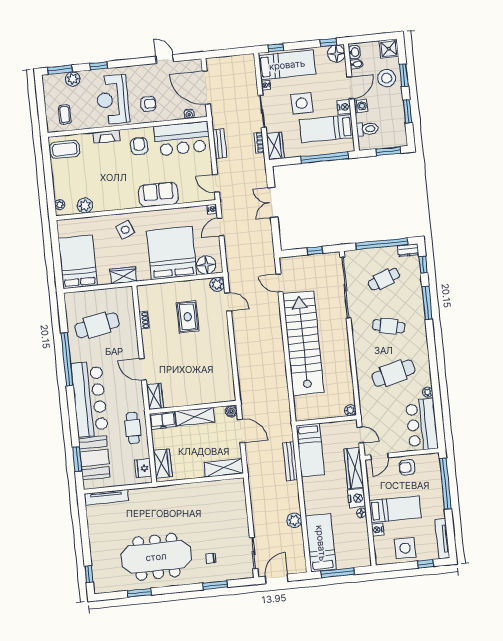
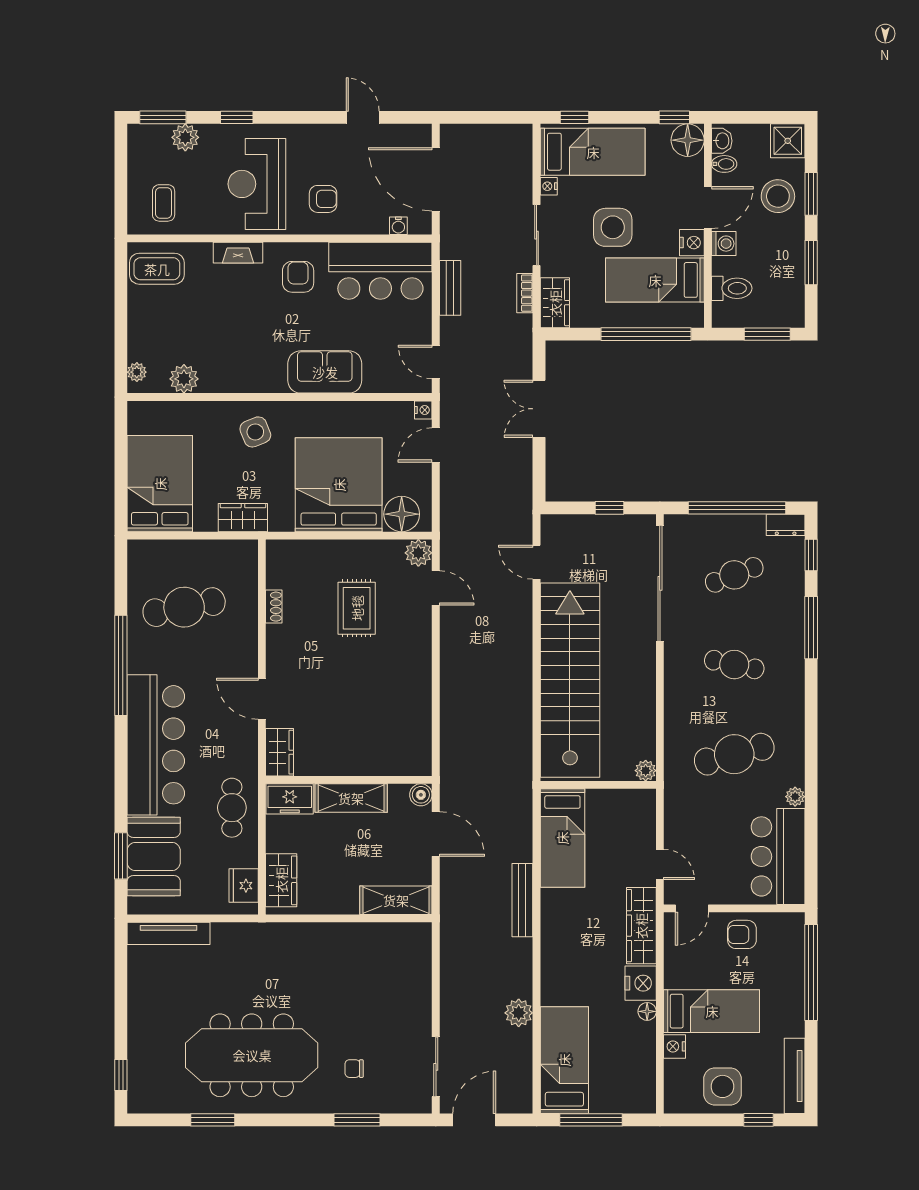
plant: (350, 410) -> (646, 771), moved
wall: (326, 420) -> (598, 785), moved
bed: (310, 450) -> (562, 838), moved

